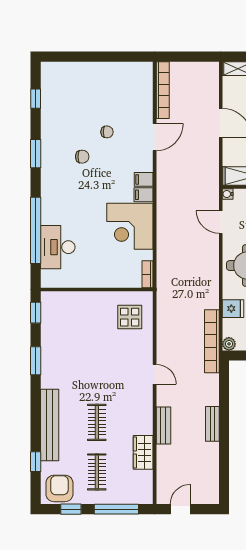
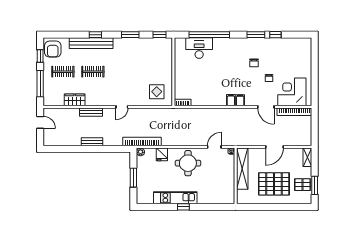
window: (36, 99) -> (275, 35), moved
corner desk: (130, 226) -> (292, 92), moved
window: (36, 462) -> (95, 35), moved
armchair: (59, 488) -> (53, 49), turned 90

